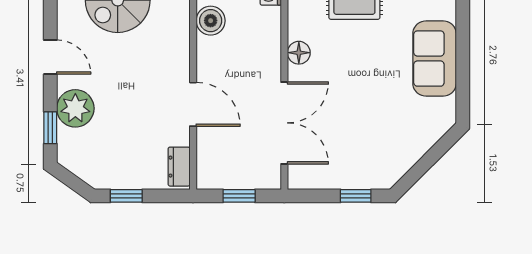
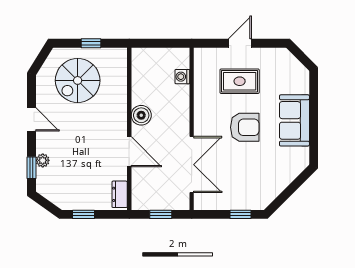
boiler: (211, 21) -> (141, 115), moved
floor lamp: (299, 53) -> (202, 116), removed
armchair: (362, 69) -> (245, 127), added
plant: (75, 108) -> (43, 160), width x0.53, depth x0.53

